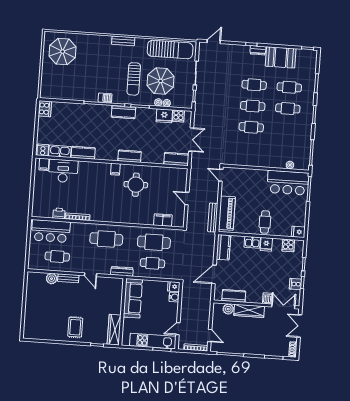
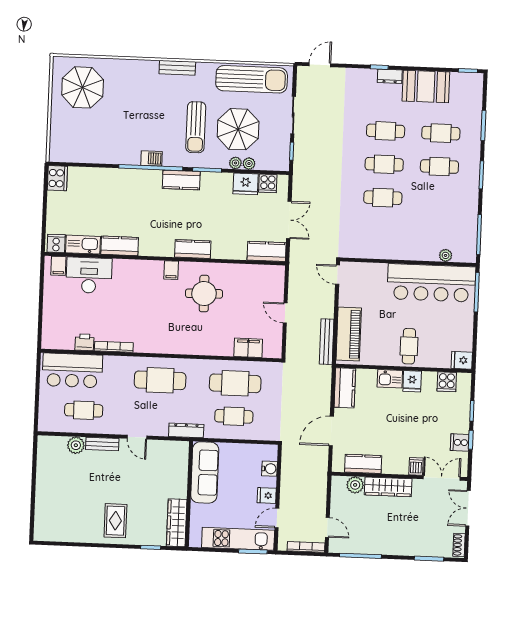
bar counter: (288, 183) -> (431, 283), width x1.36
fridge: (174, 287) -> (267, 495), moved

